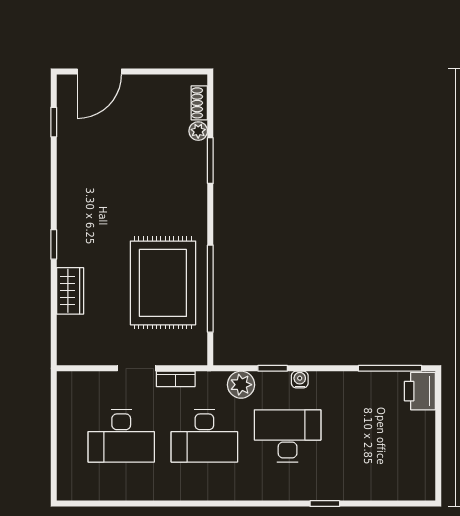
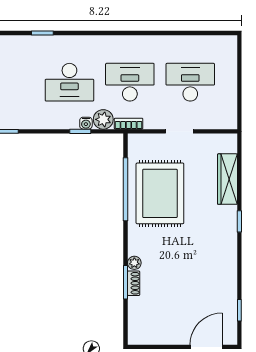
shoe rack: (199, 103) -> (134, 283), moved
plant: (198, 131) -> (134, 263), moved
wardrobe: (70, 291) -> (227, 179), width x1.50
bookcase: (176, 379) -> (129, 124), moved
water cooler: (300, 380) -> (86, 123), moved

